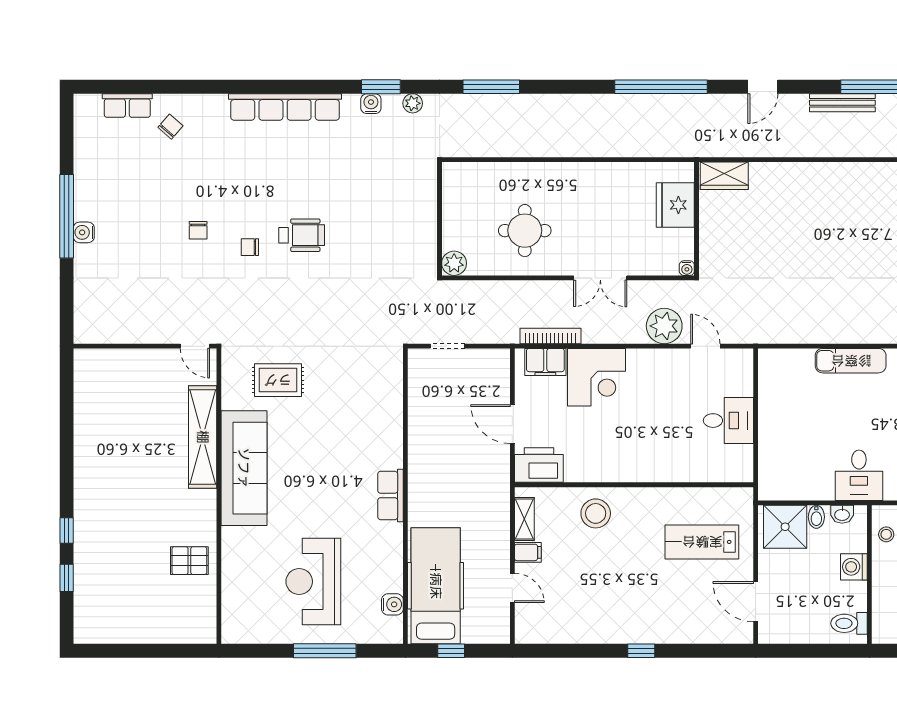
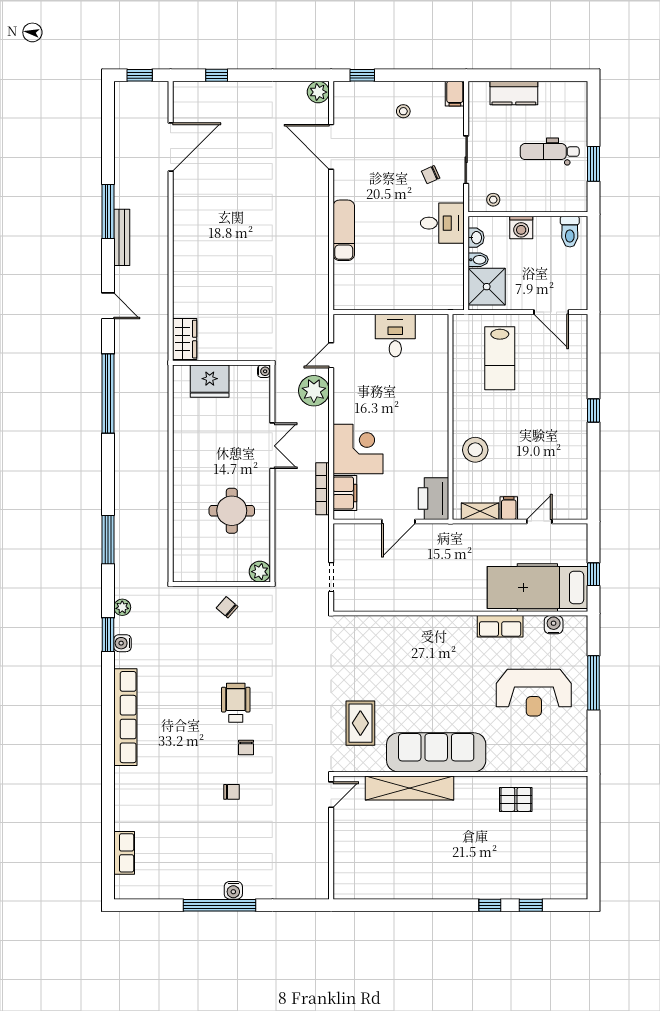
chair: (170, 127) -> (227, 607), moved
row of seats: (391, 495) -> (500, 626), moved
pallet: (189, 561) -> (516, 799), turned 90
door: (756, 602) -> (551, 312), hinge flipped

